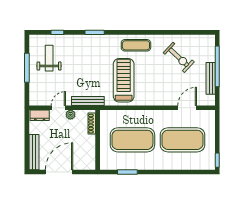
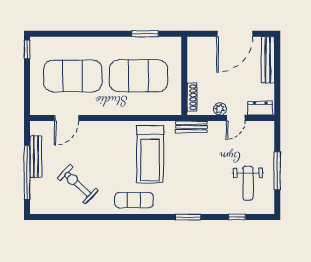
bench: (88, 101) -> (191, 127), width x0.73

